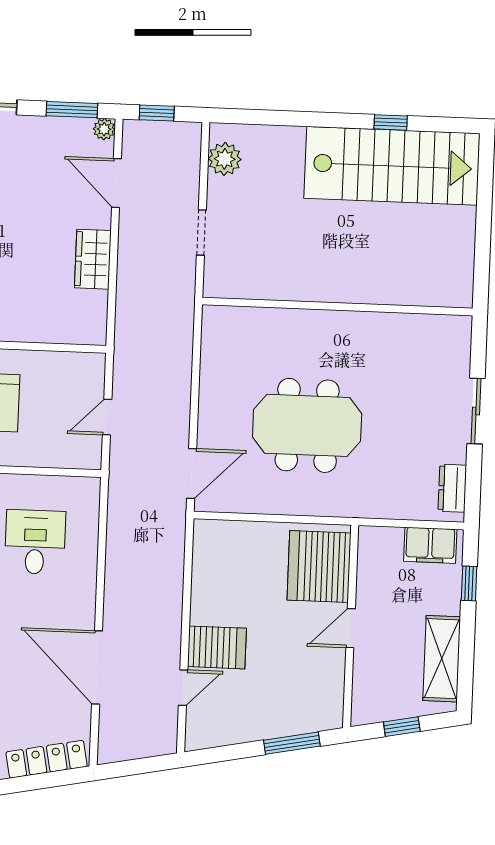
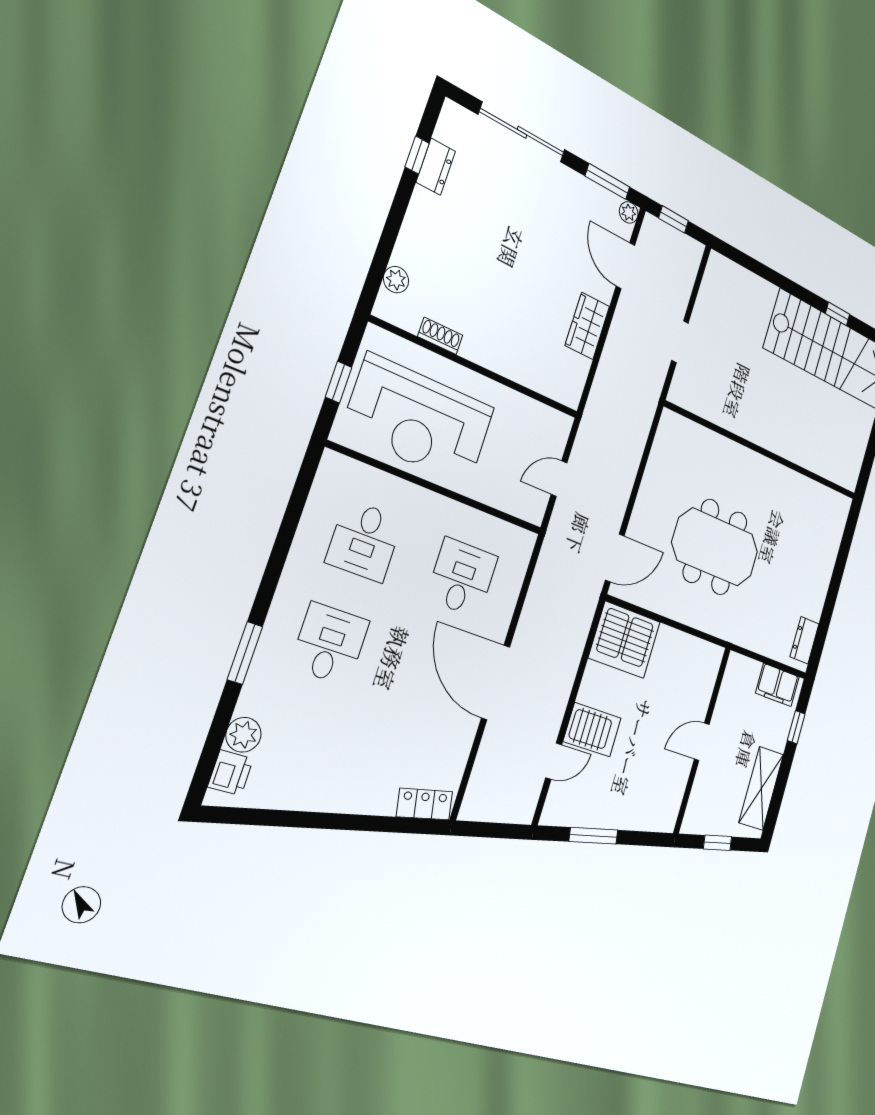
plant: (225, 159) -> (714, 286), removed
sliding door: (476, 411) -> (836, 580), removed
server rack: (319, 567) -> (624, 640), moved, turned -90
door: (97, 667) -> (496, 682), moved
window: (292, 743) -> (594, 836), moved
locker: (47, 759) -> (425, 804), width x0.66

